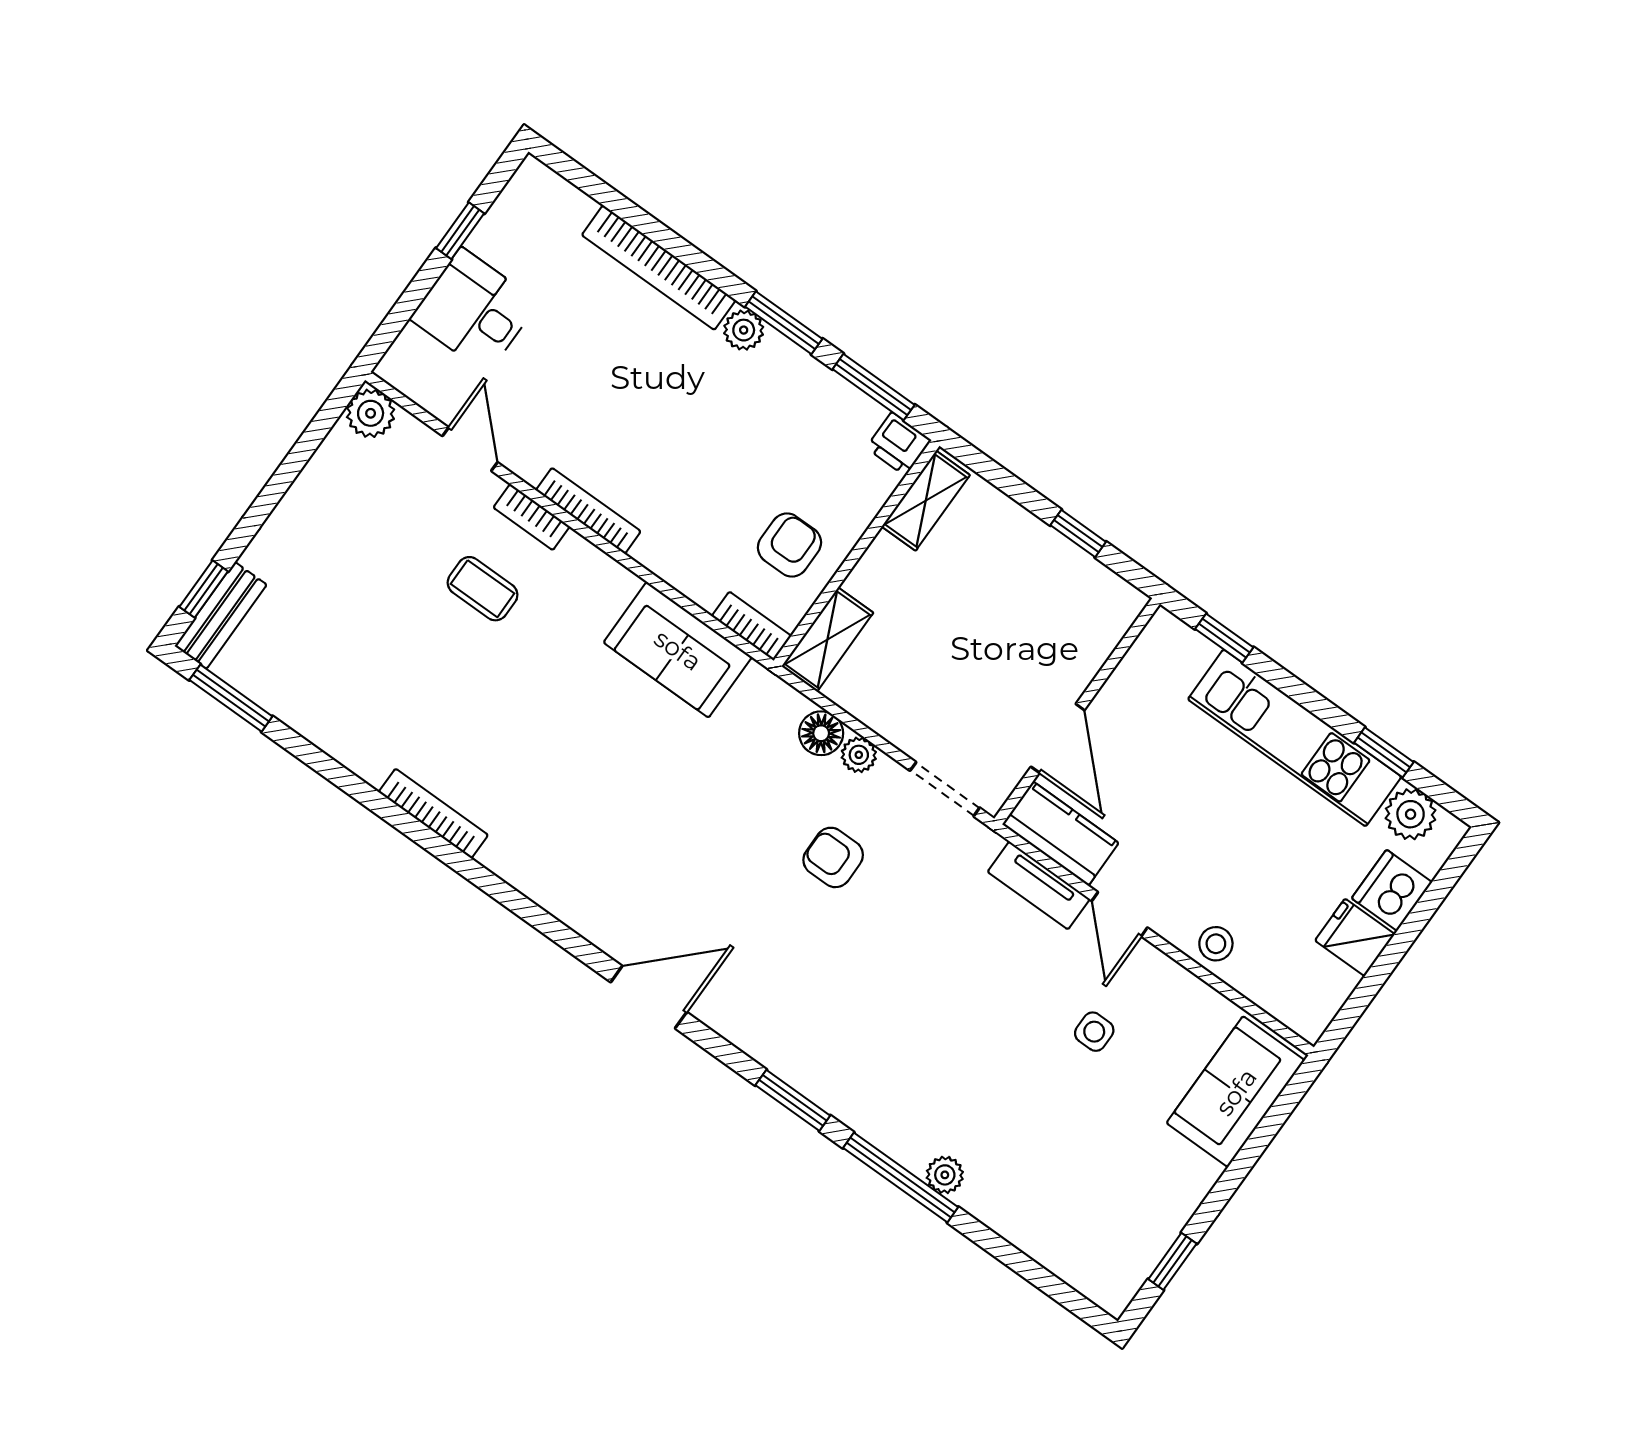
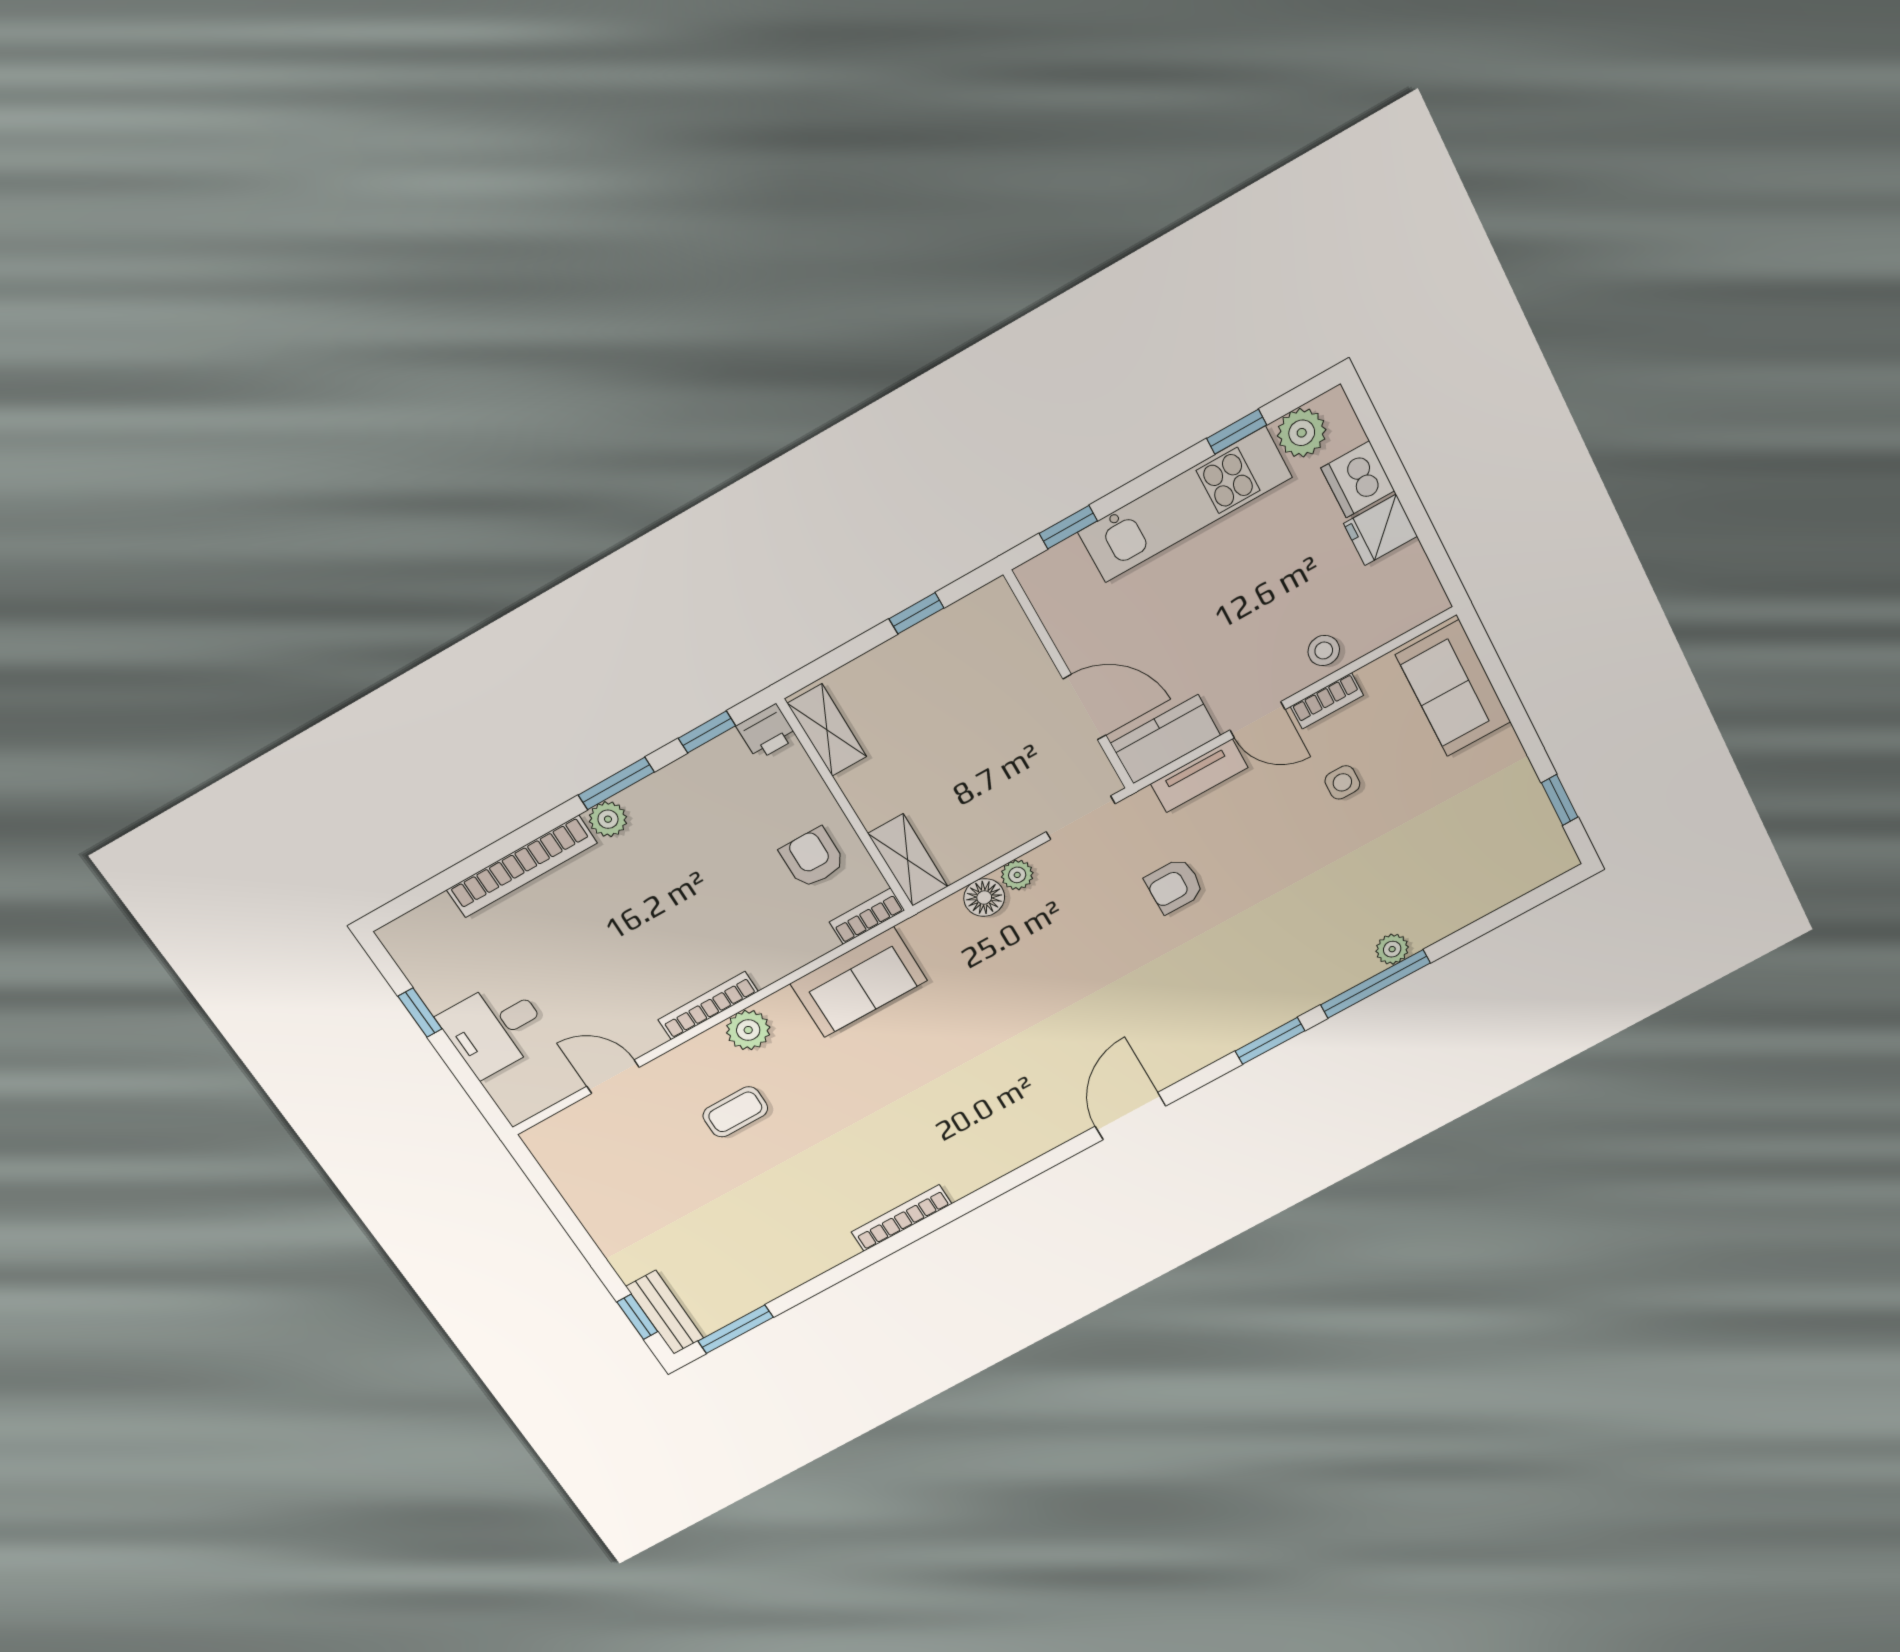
window: (874, 387) -> (707, 732), width x0.67
plant: (371, 413) -> (748, 1030), moved
bookcase: (532, 517) -> (1327, 701), moved
armchair: (833, 857) -> (1174, 886), moved

